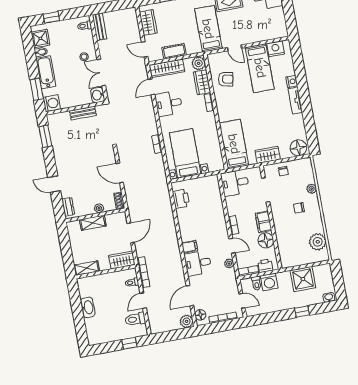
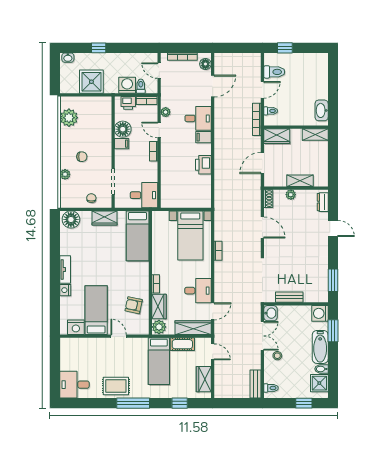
bed: (208, 29) -> (159, 361), moved
printer: (181, 199) -> (203, 165), moved
filing cabinet: (263, 222) -> (122, 144), width x0.50
washbasin: (88, 307) -> (322, 110), moved
plant: (187, 321) -> (221, 60), removed

